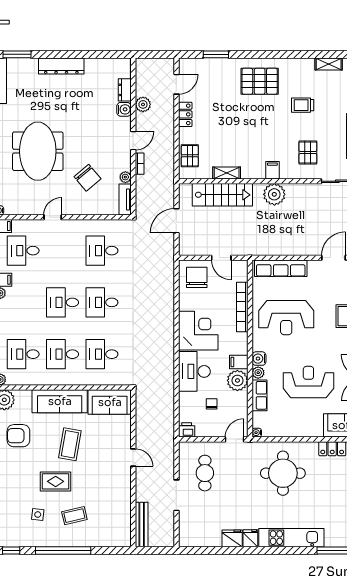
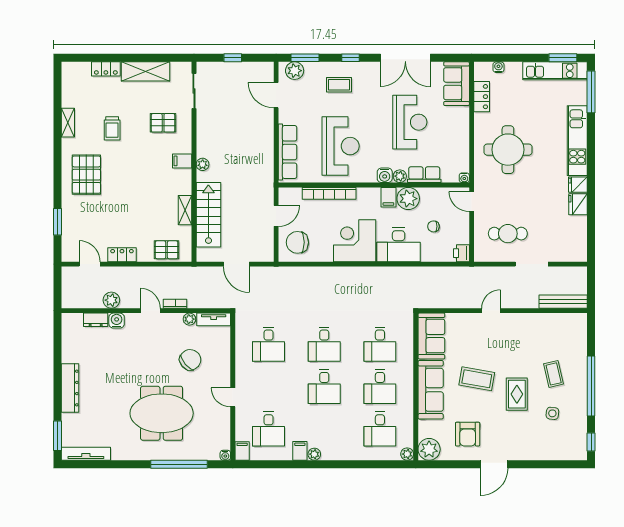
shelving: (329, 64) -> (68, 123), moved
plant: (274, 194) -> (203, 164), width x0.53, depth x0.53
reception desk: (308, 382) -> (410, 122), turned 180

